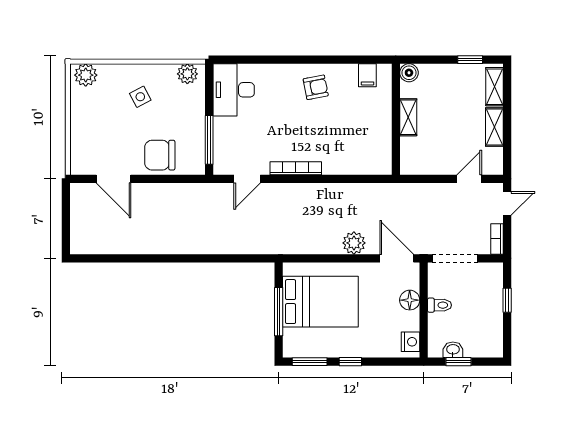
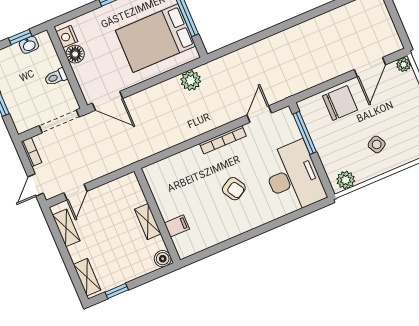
filing cabinet: (367, 75) -> (177, 226), moved, turned 90
armchair: (316, 87) -> (234, 189), moved, turned -110
desk: (234, 90) -> (293, 177), width x1.36, depth x1.30
shelving: (494, 127) -> (66, 228), moved
plant: (78, 167) -> (404, 65), added
door: (113, 179) -> (370, 67), swing flipped
plant: (354, 243) -> (191, 80), moved
floor lamp: (410, 300) -> (75, 54), moved

